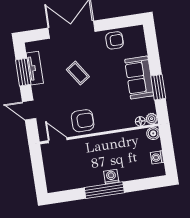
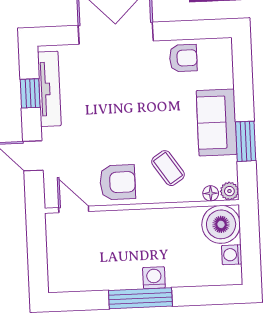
tv unit: (35, 68) -> (49, 89), width x1.41
window: (23, 72) -> (30, 93), width x0.67
coffee table: (78, 73) -> (168, 168), moved
boiler: (153, 133) -> (221, 224), width x1.86, depth x1.86

